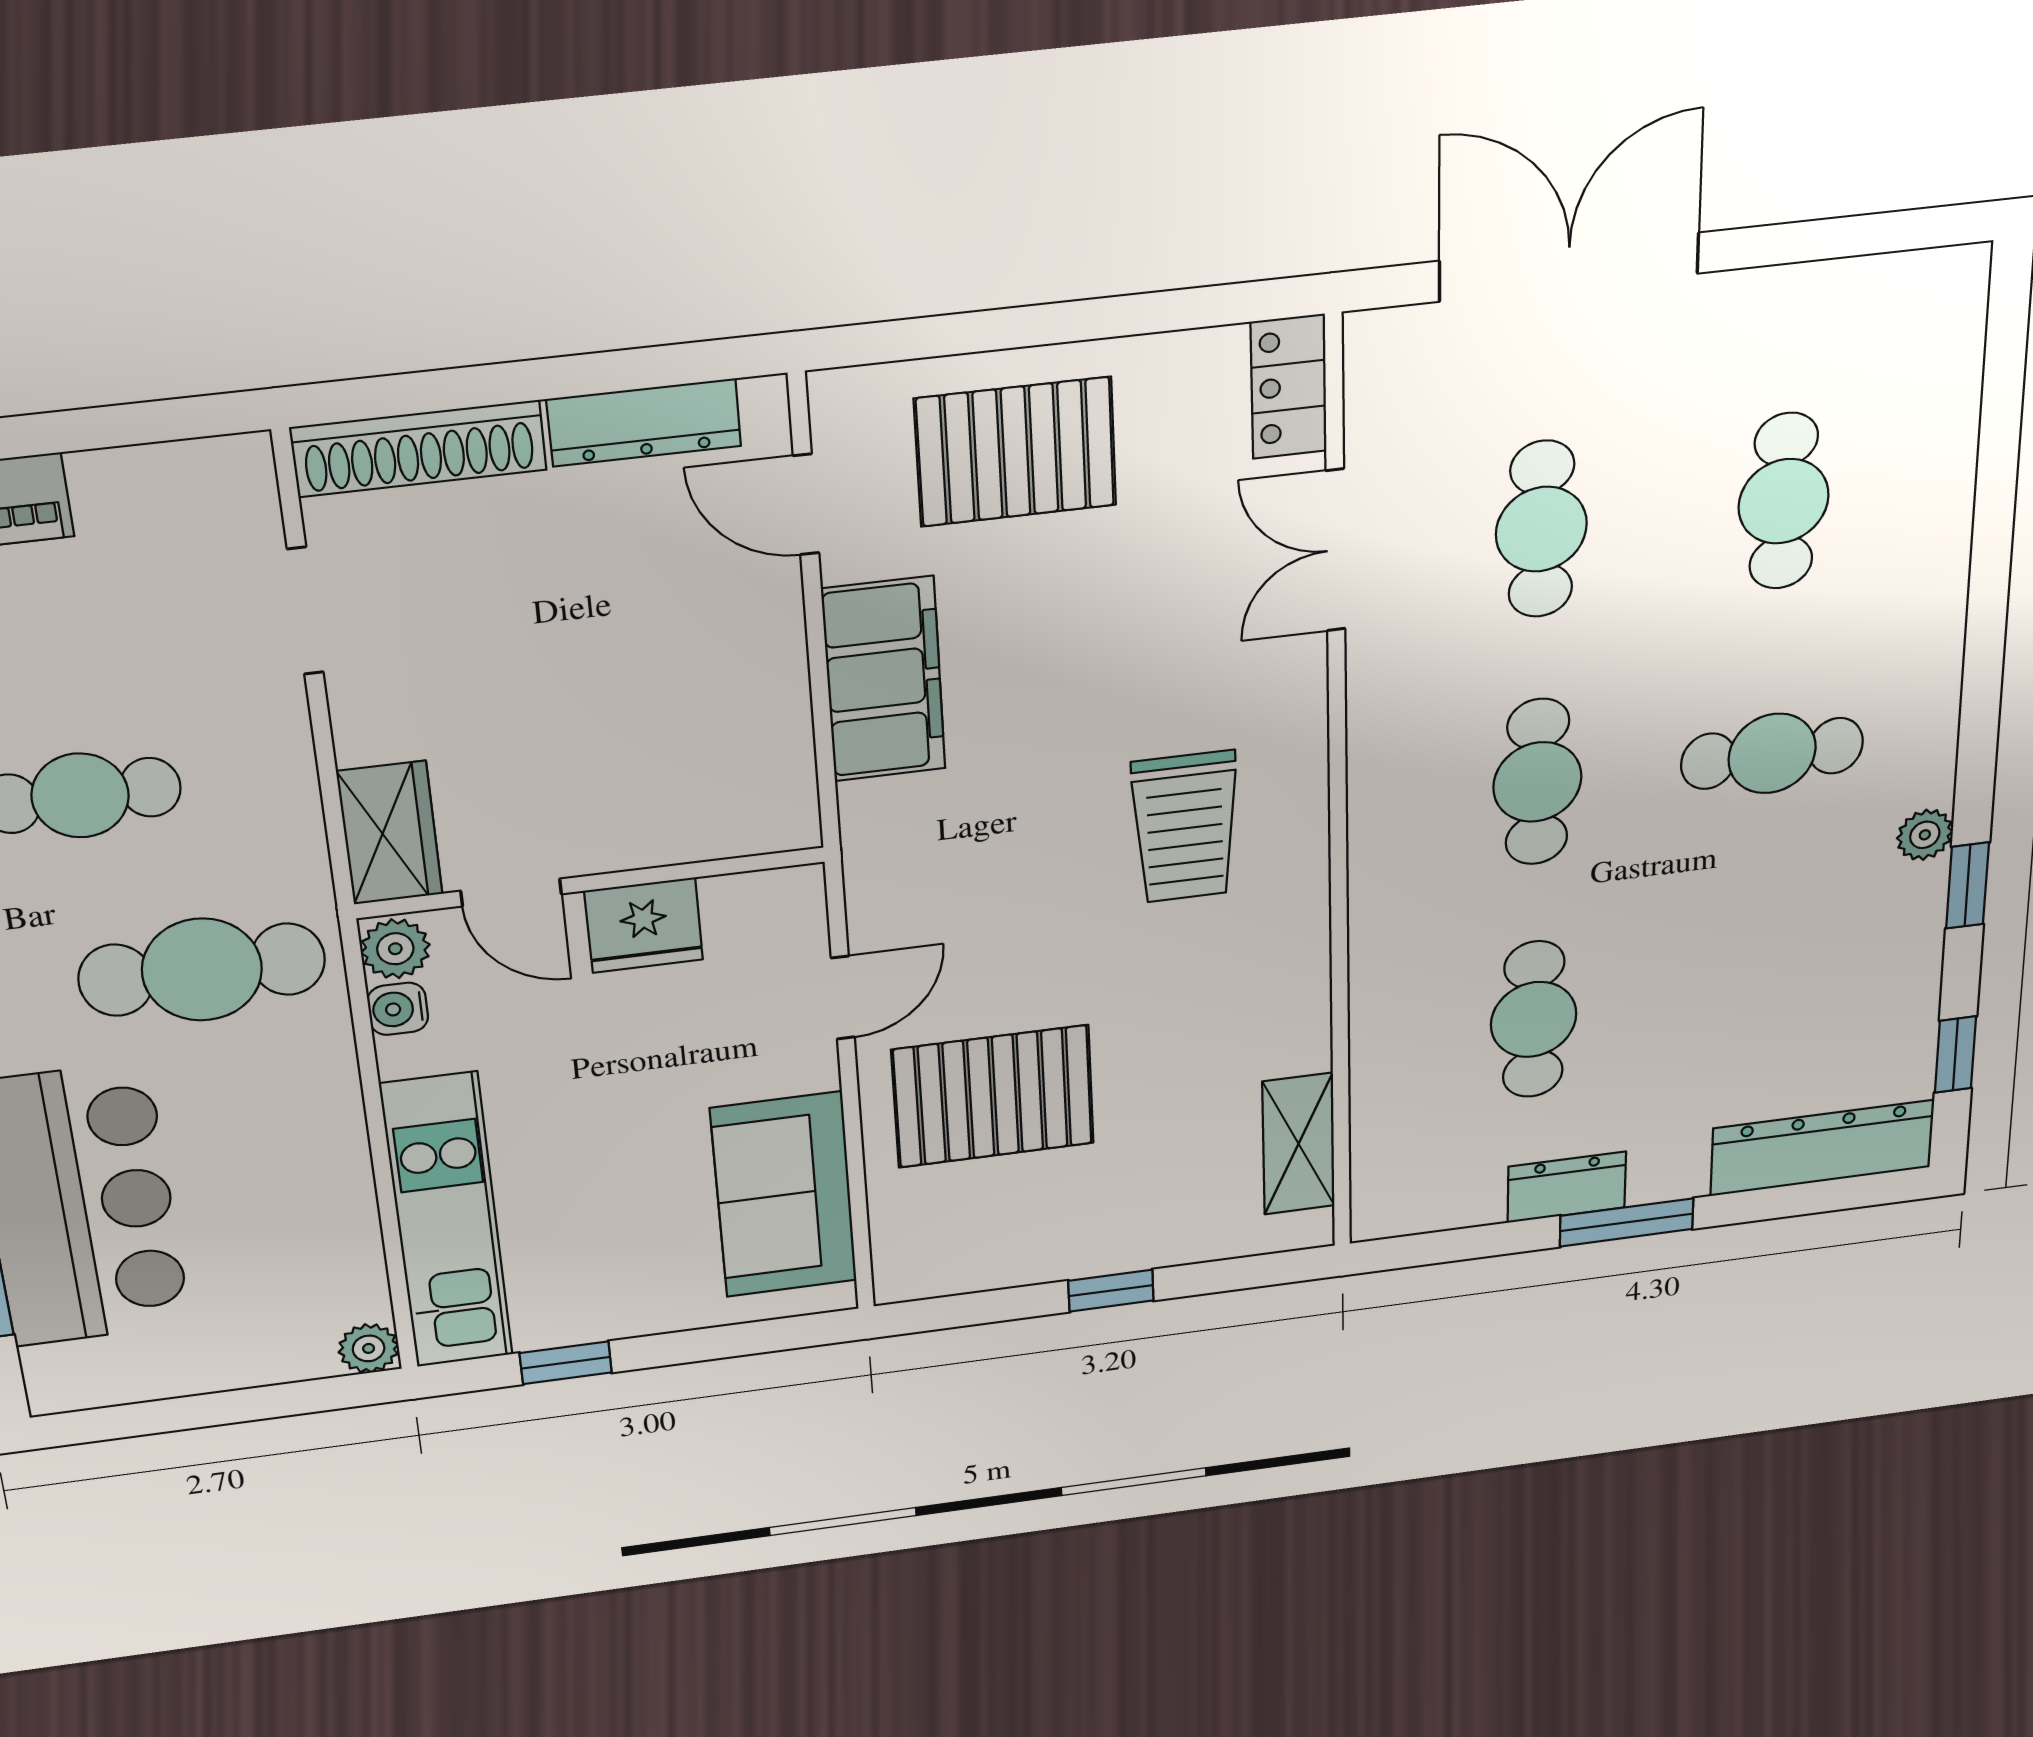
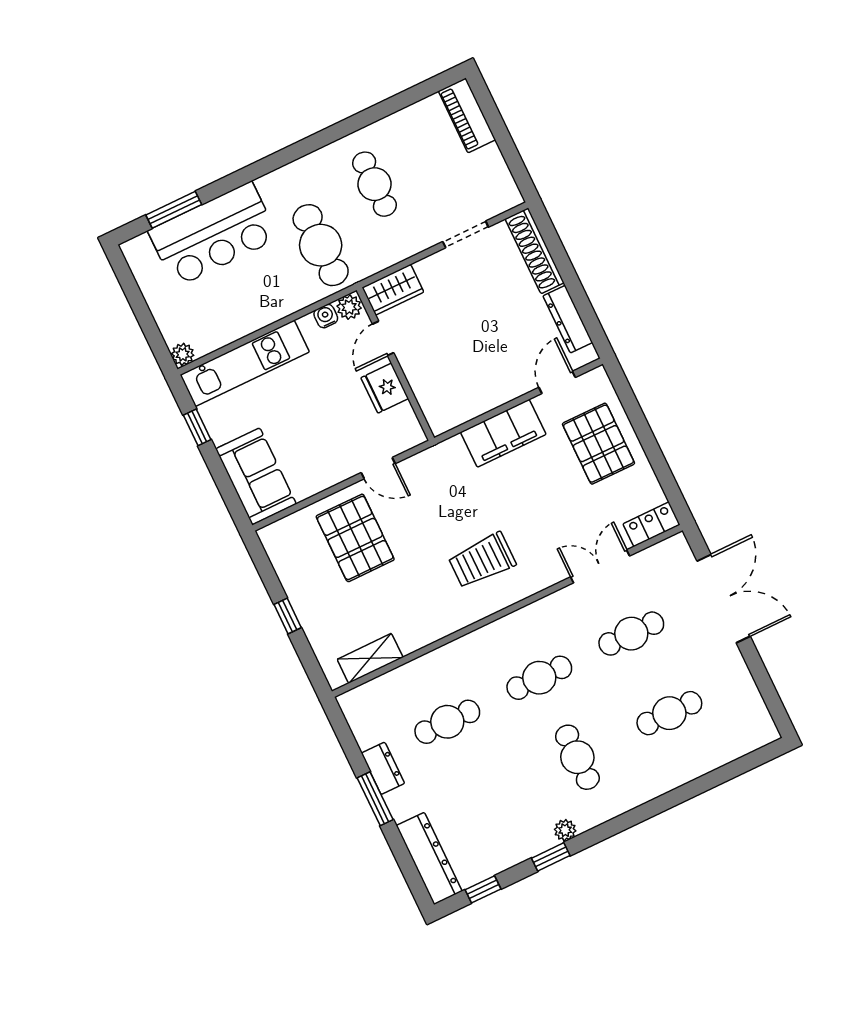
sofa: (784, 1195) -> (256, 476), moved, turned 90

